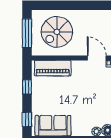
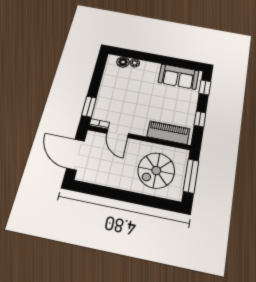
spiral stairs: (57, 32) -> (156, 171), turned 180

